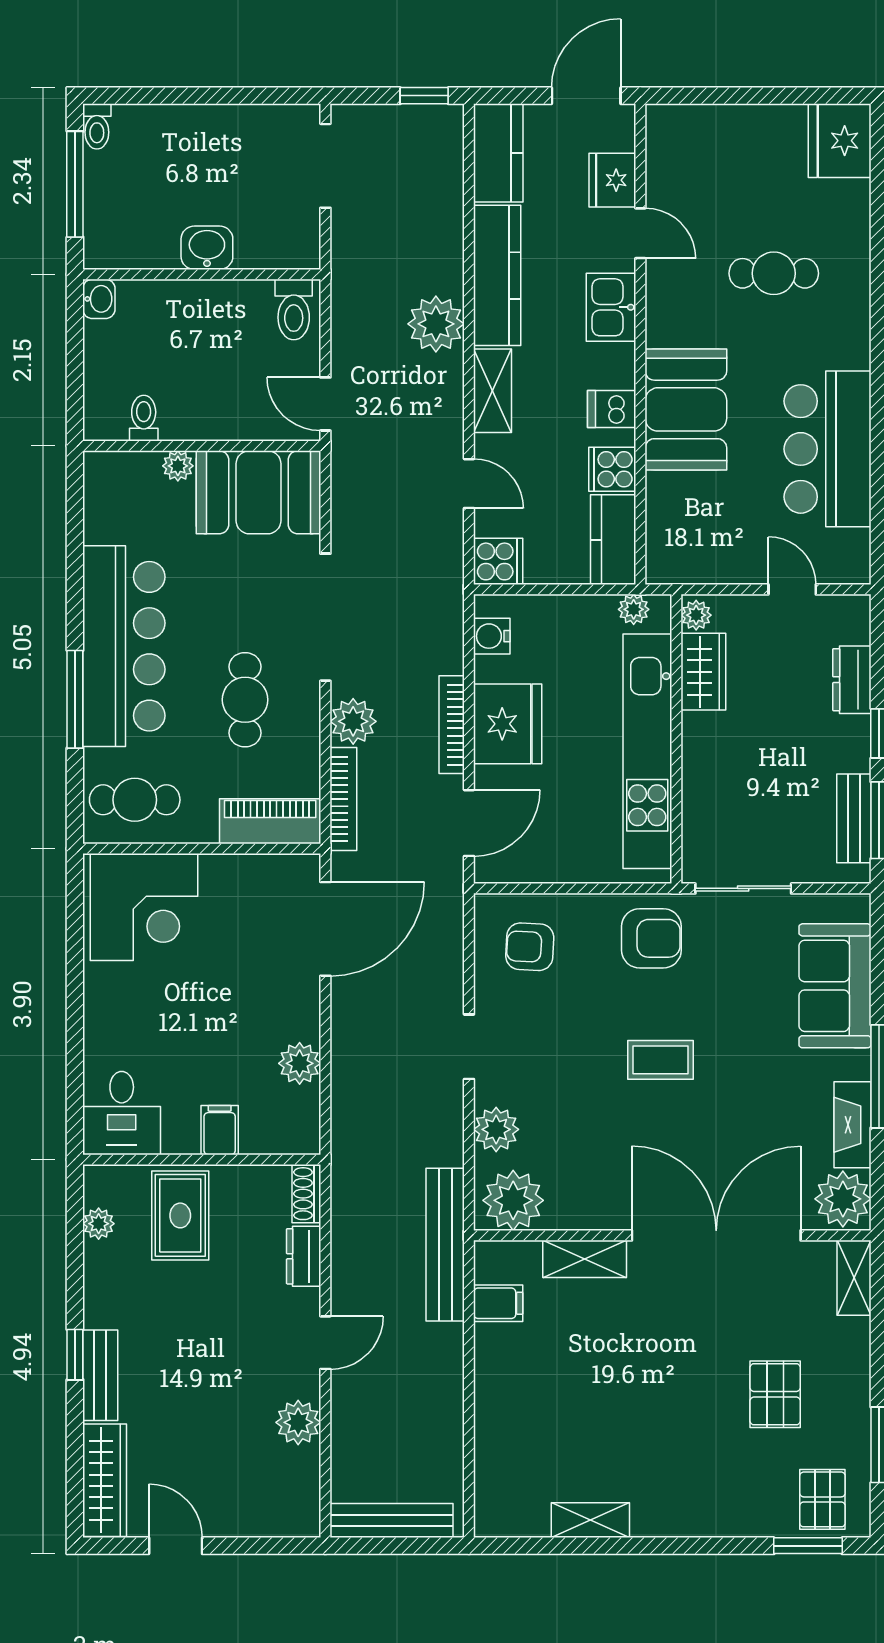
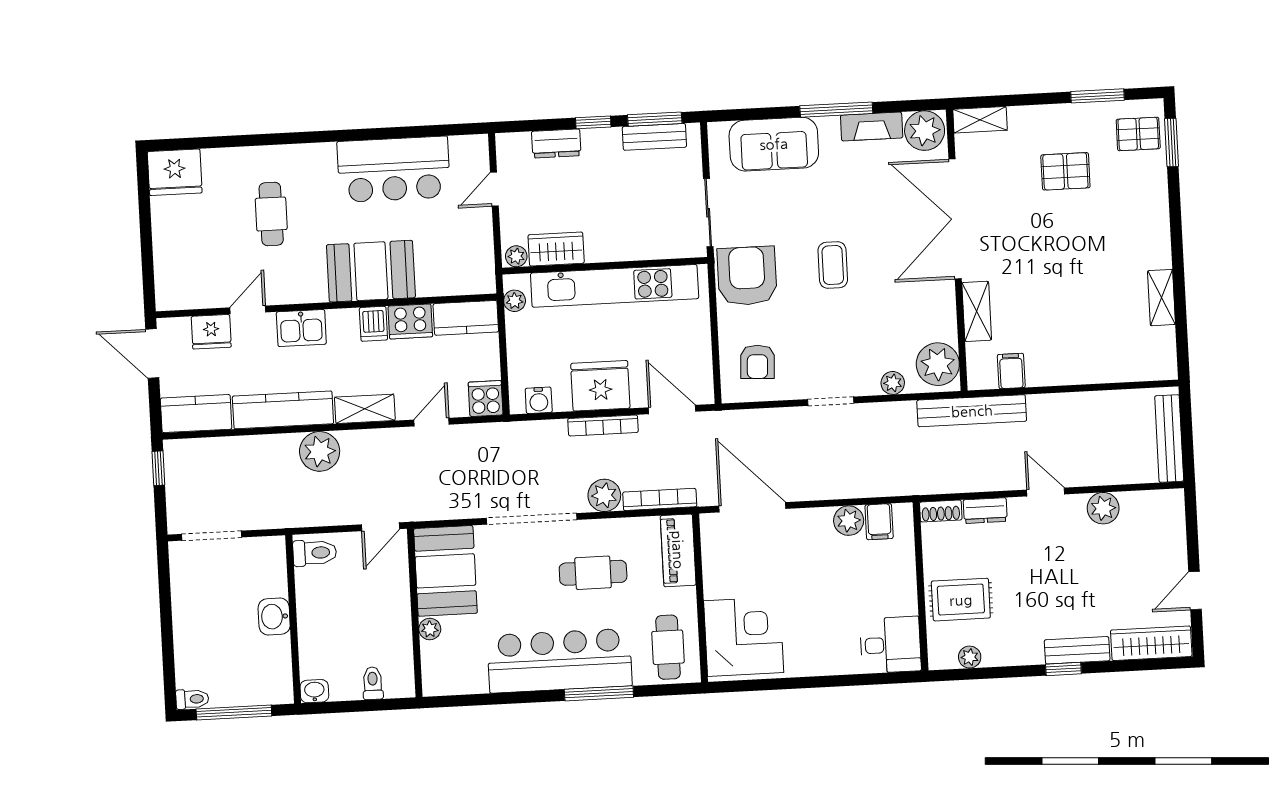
toilet: (144, 418) -> (373, 683), moved, turned 90
cooker: (612, 469) -> (410, 321), width x1.36
armchair: (651, 938) -> (747, 276), width x1.36, depth x1.36
plant: (496, 1129) -> (893, 383), width x0.73, depth x0.73
filing cabinet: (220, 1130) -> (879, 522), moved, turned -90

